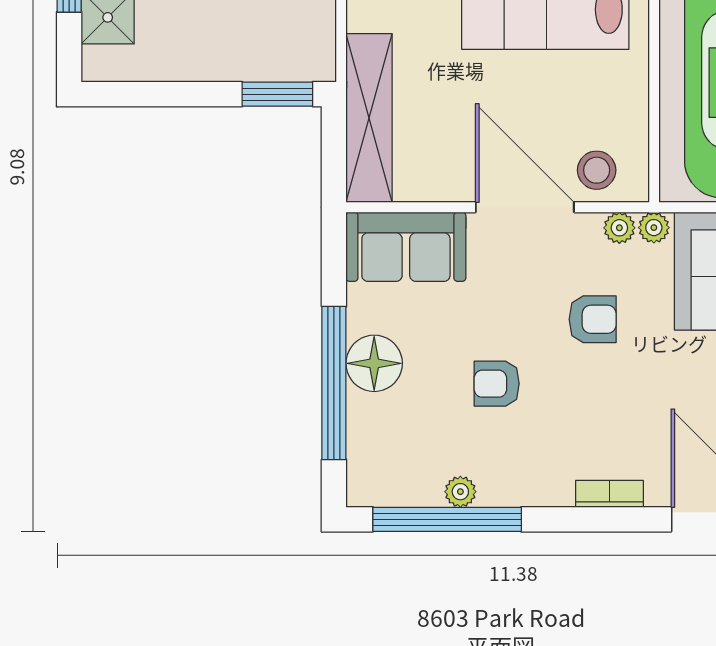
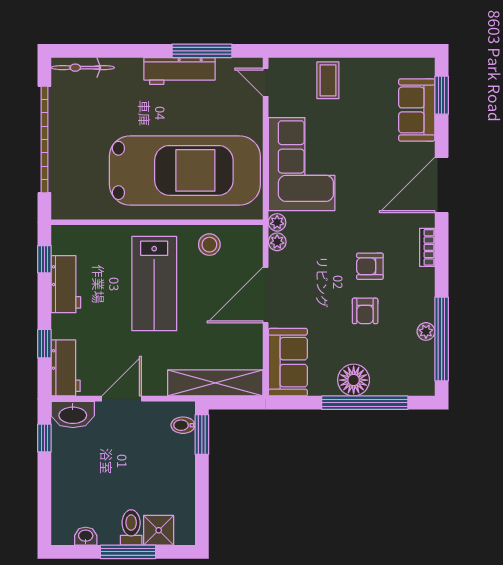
bidet: (294, 61) -> (183, 425), added
stool: (597, 170) -> (209, 245), moved
armchair: (593, 319) -> (370, 266), moved, turned -90

